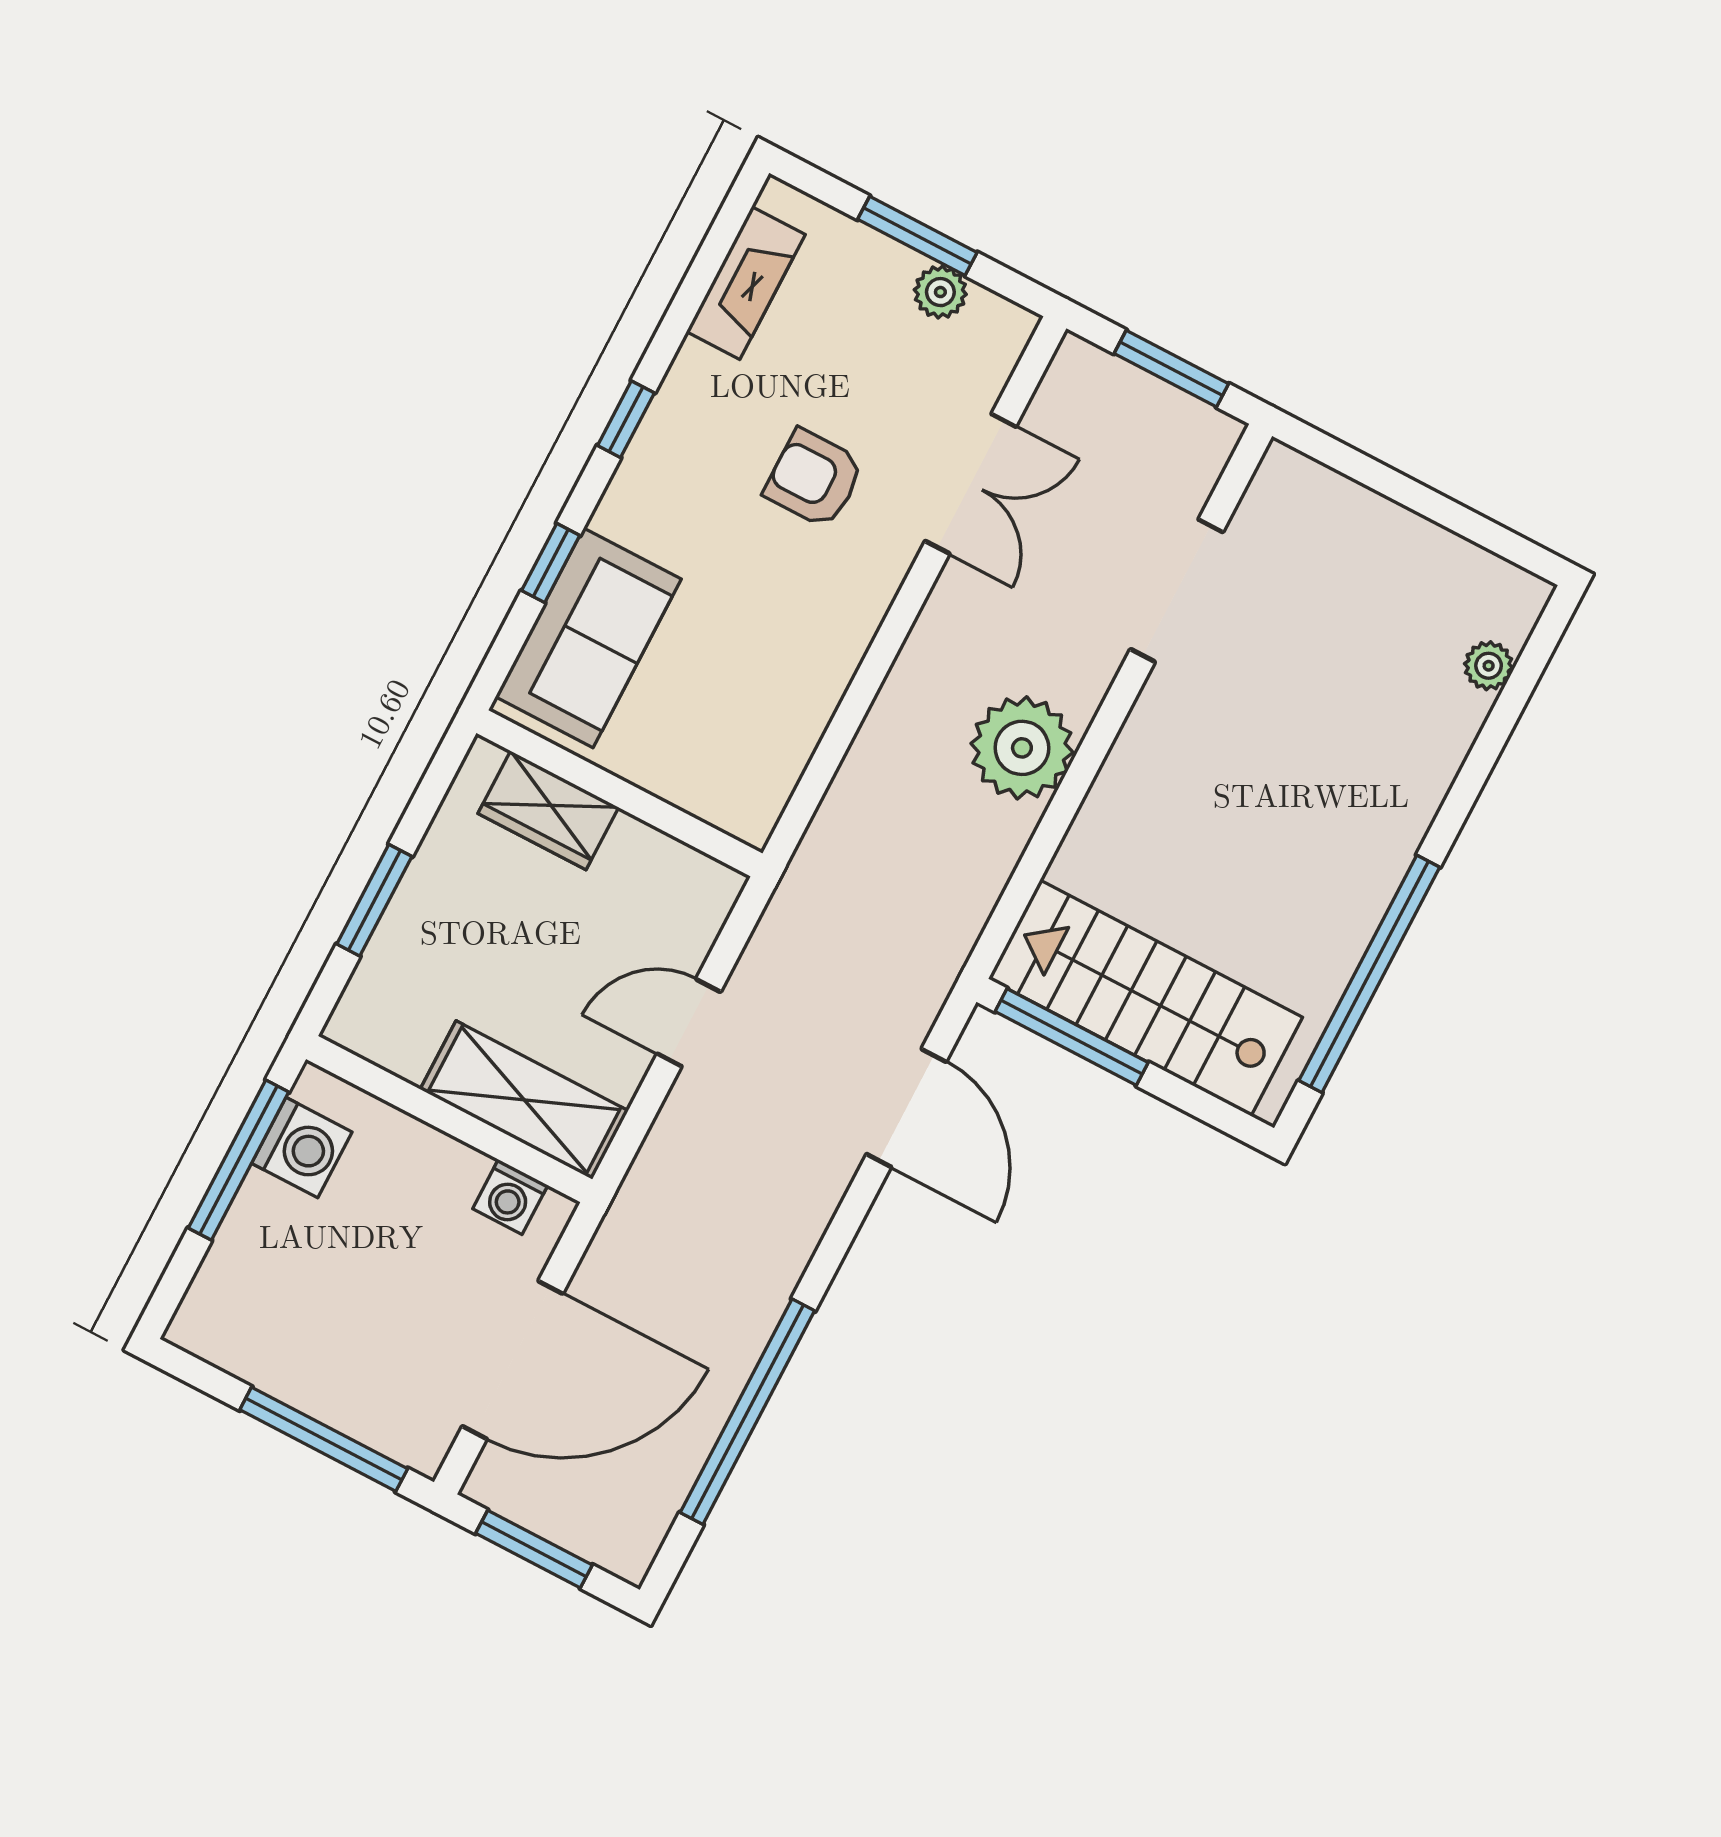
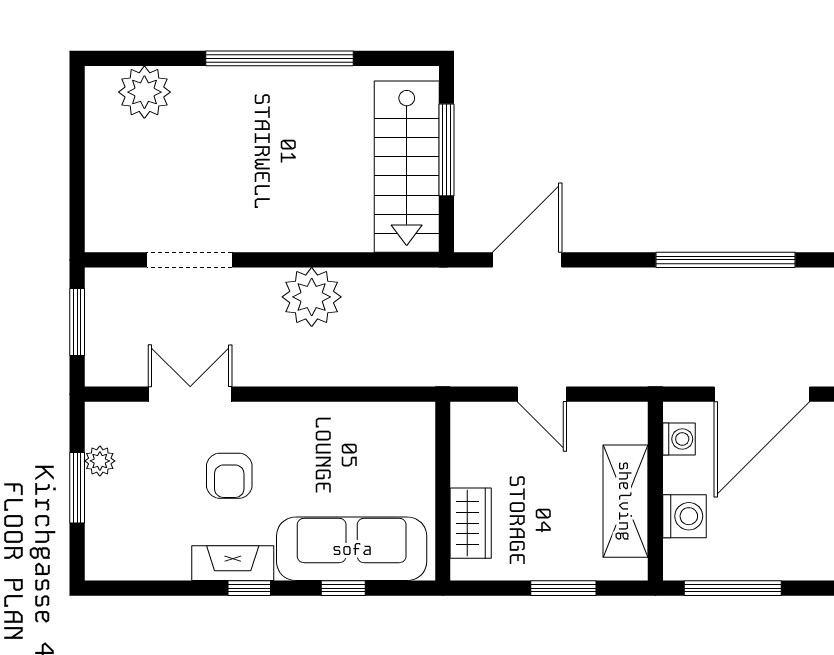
fireplace: (746, 283) -> (233, 563), moved
sofa: (588, 638) -> (352, 549), width x1.36
plant: (1489, 666) -> (144, 92), width x1.88, depth x1.88
window: (1369, 974) -> (280, 58), moved
window: (1072, 1037) -> (447, 150), moved
shelving: (524, 1100) -> (625, 501), moved
washing machine: (302, 1148) -> (684, 516), moved, turned 90
door: (513, 1360) -> (762, 394), swing flipped

